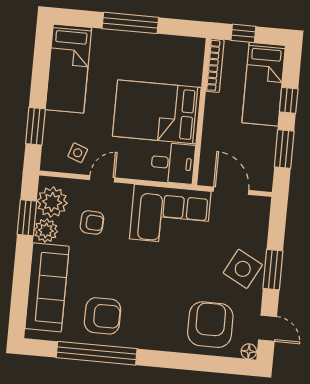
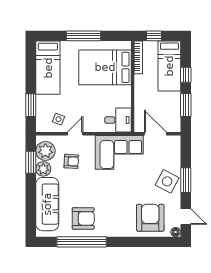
bed: (157, 112) -> (105, 67), moved

